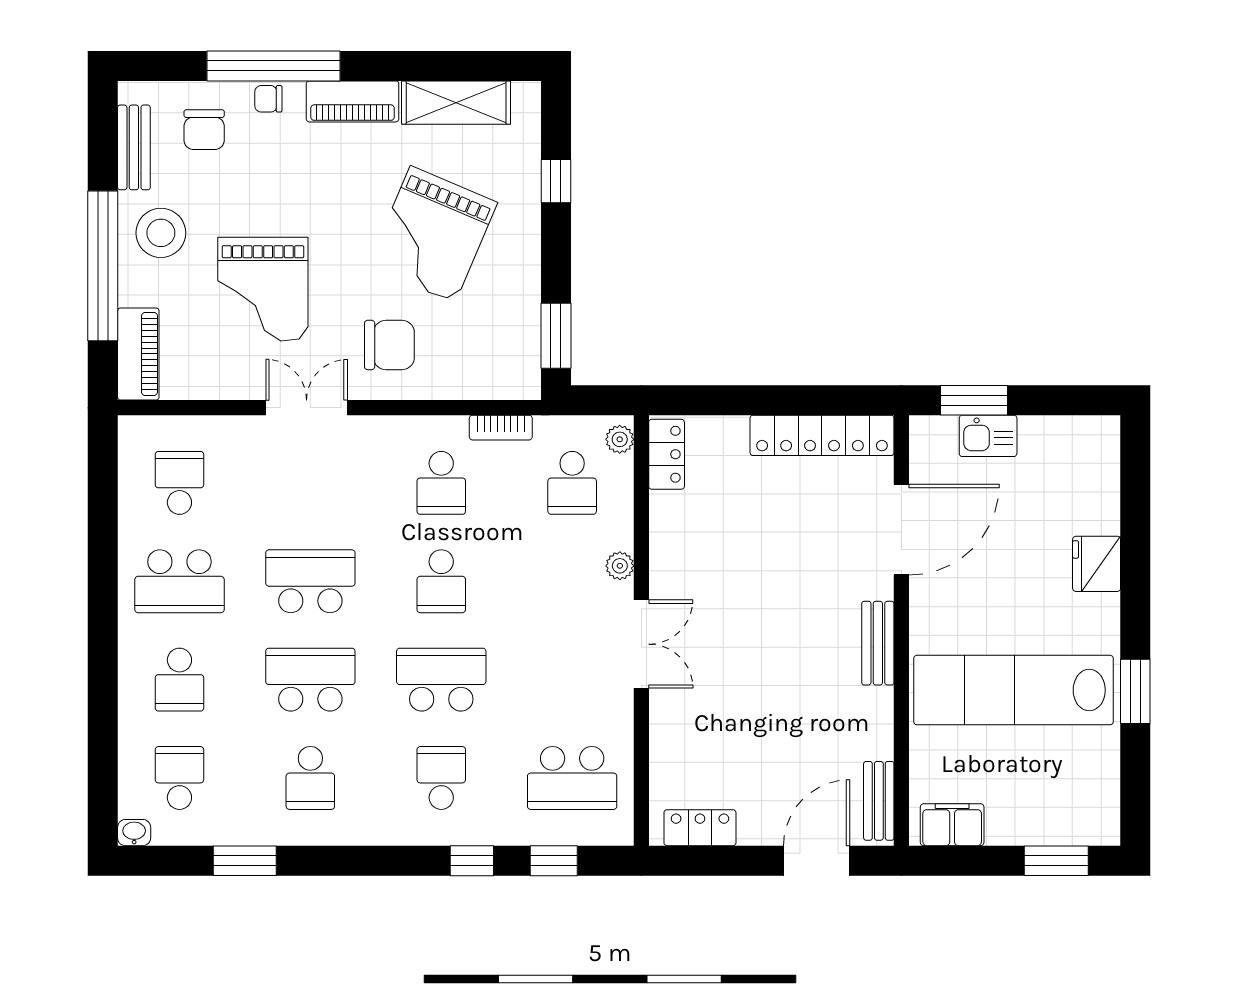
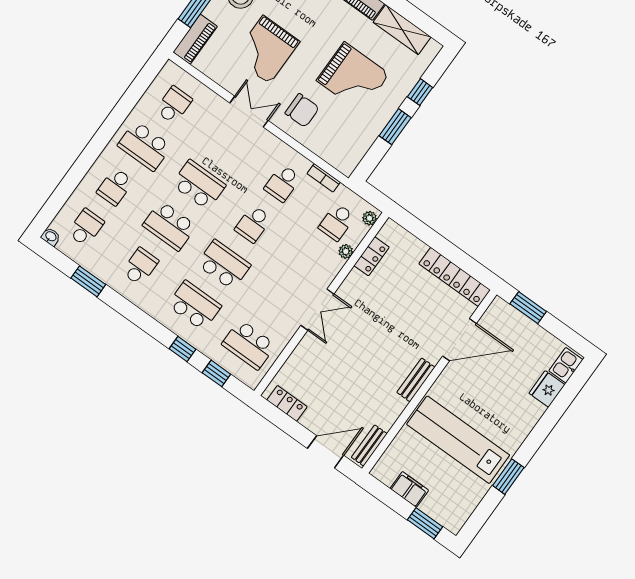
grand piano: (433, 234) -> (353, 77), turned -113
window: (556, 336) -> (395, 127), moved
kitchen sink: (988, 436) -> (566, 365), moved, turned 90
locker: (667, 454) -> (372, 256), moved
fridge: (1097, 564) -> (547, 389), moved
plant: (620, 566) -> (346, 251), moved
school desk: (310, 680) -> (169, 226), turned 180
school desk: (310, 778) -> (140, 267), turned 180
school desk: (441, 778) -> (194, 306), width x1.85
filing cabinet: (952, 825) -> (409, 489), moved

